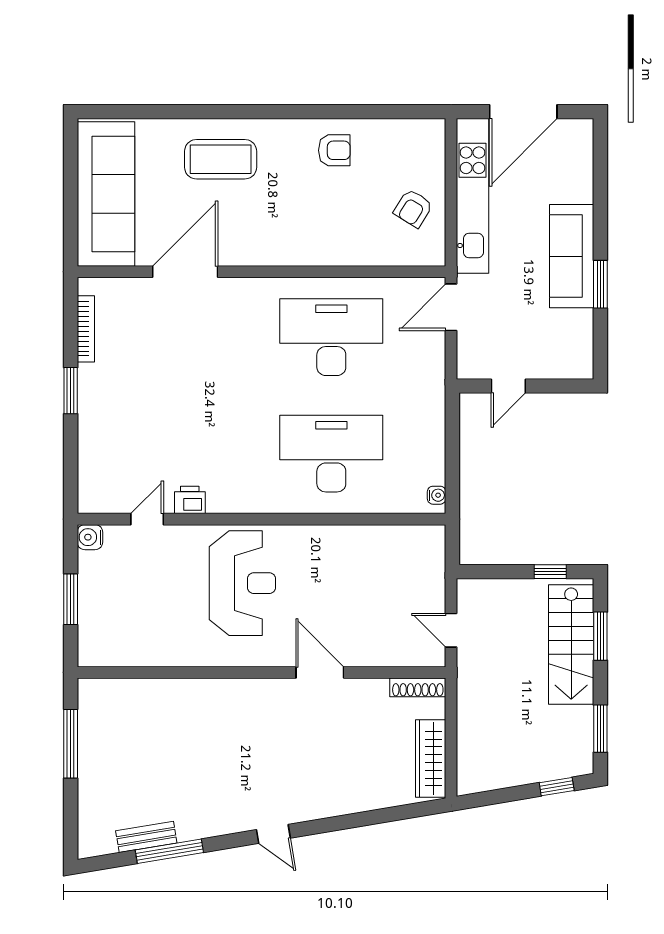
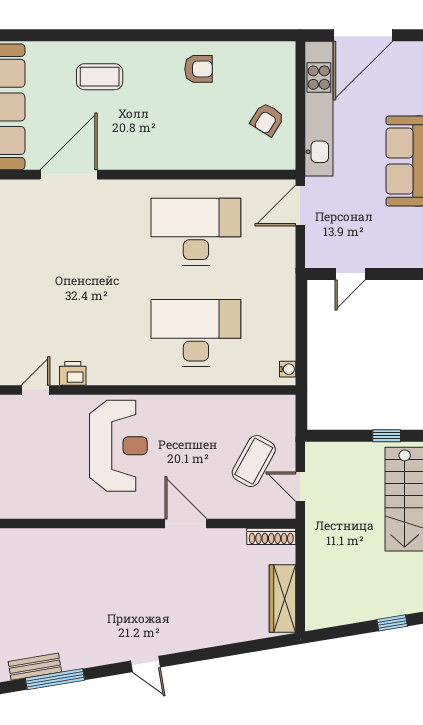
coffee table: (221, 159) -> (100, 77), width x0.73, depth x0.76
coffee table: (398, 601) -> (254, 461), added

